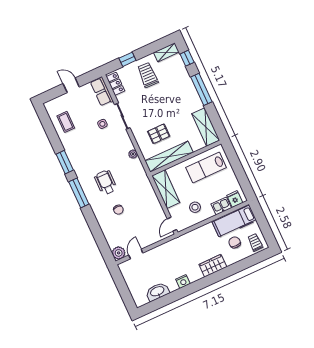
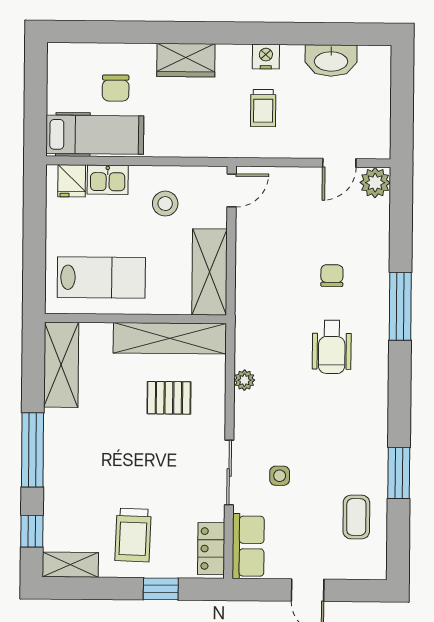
window: (65, 162) -> (399, 473), moved
window: (79, 193) -> (400, 306), moved
trolley: (255, 242) -> (263, 108), moved

